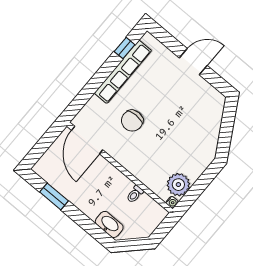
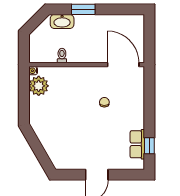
row of seats: (123, 72) -> (137, 144), width x0.50
chair: (132, 121) -> (104, 102), width x0.54, depth x0.54
window: (54, 196) -> (83, 9), moved

